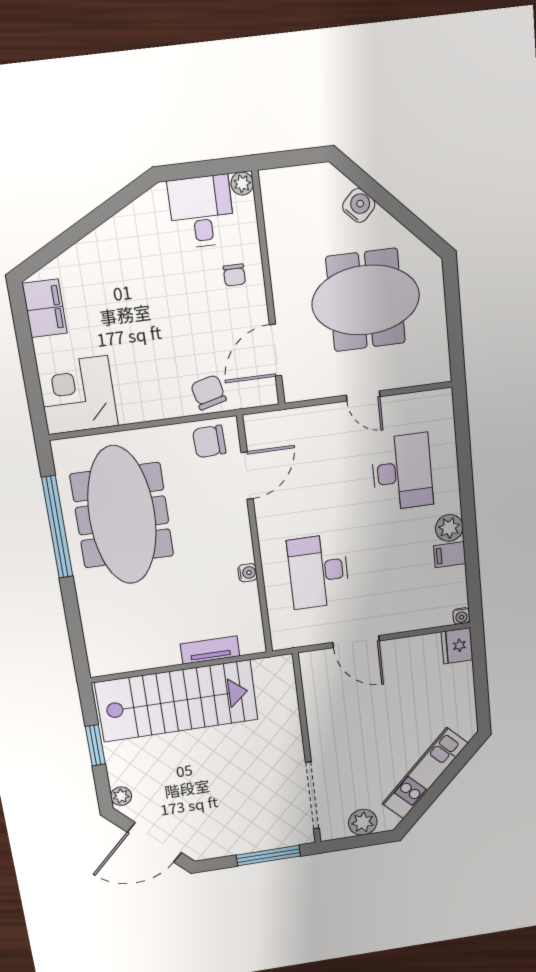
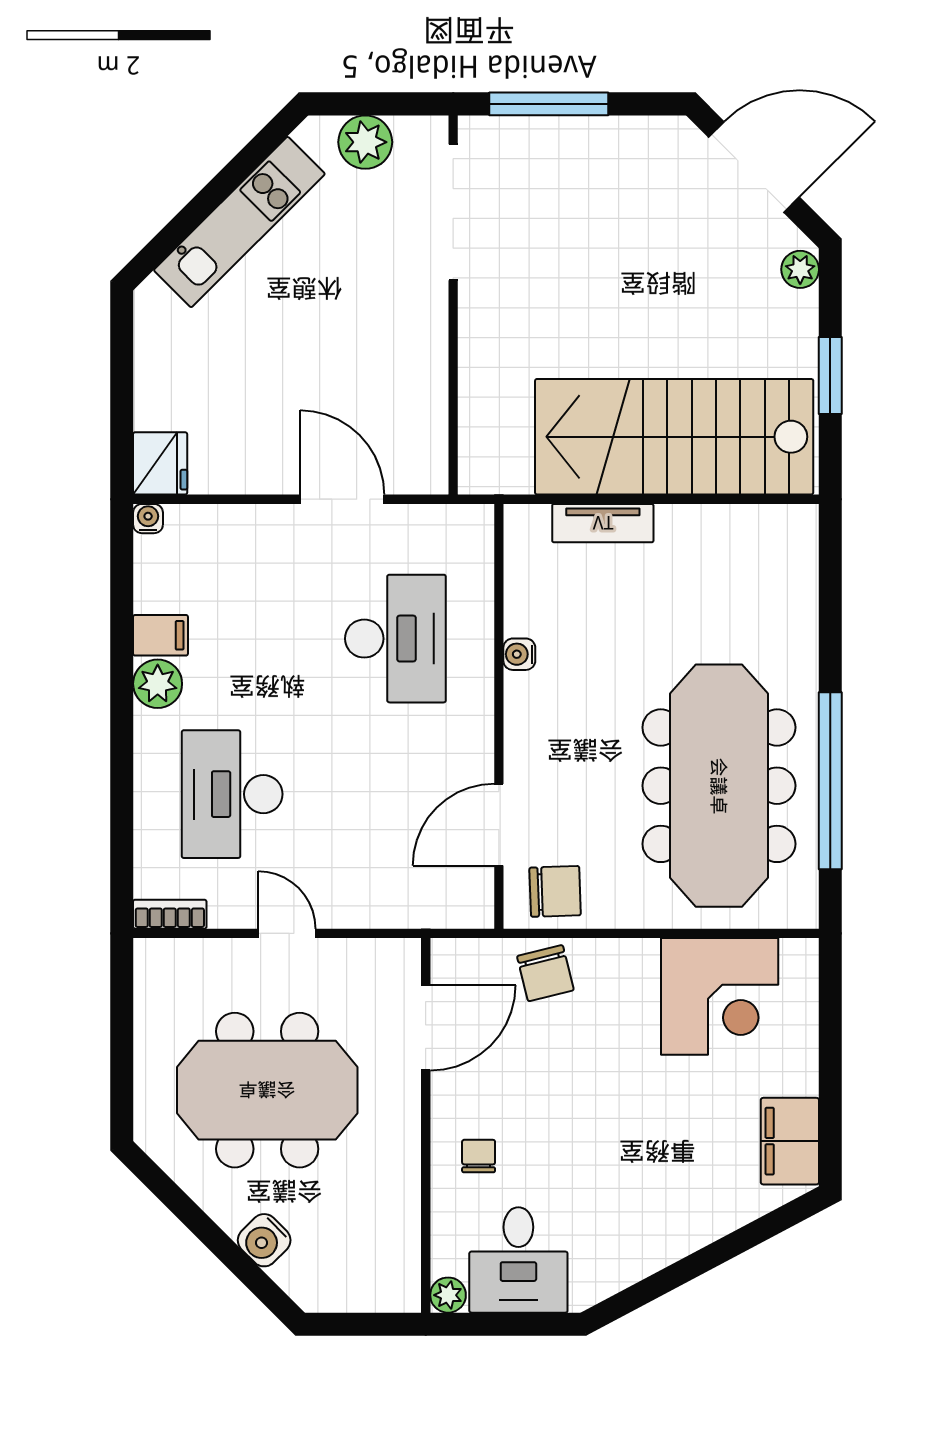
corner desk: (78, 395) -> (720, 996), moved
bookcase: (432, 398) -> (170, 914), added

